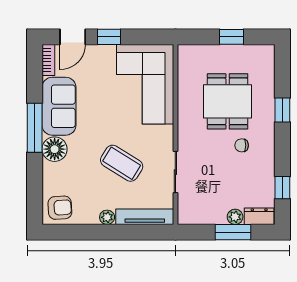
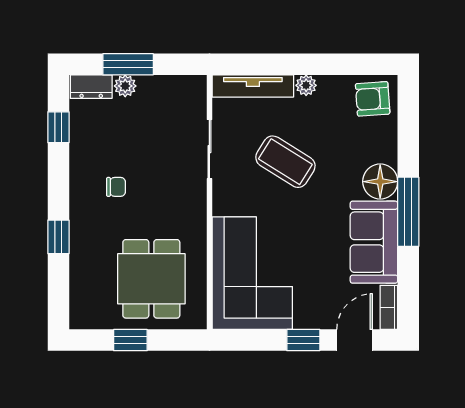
dining table: (228, 101) -> (151, 279), moved

